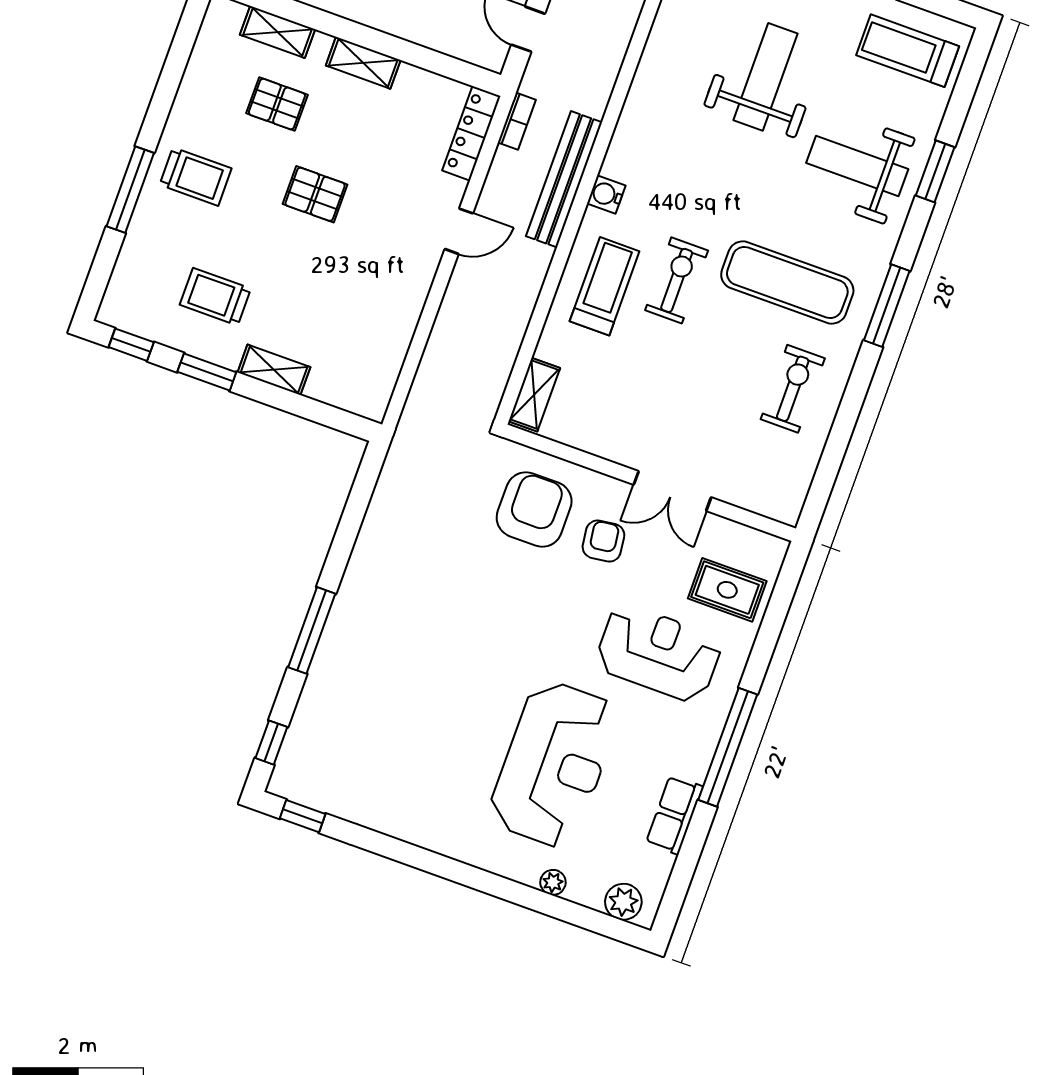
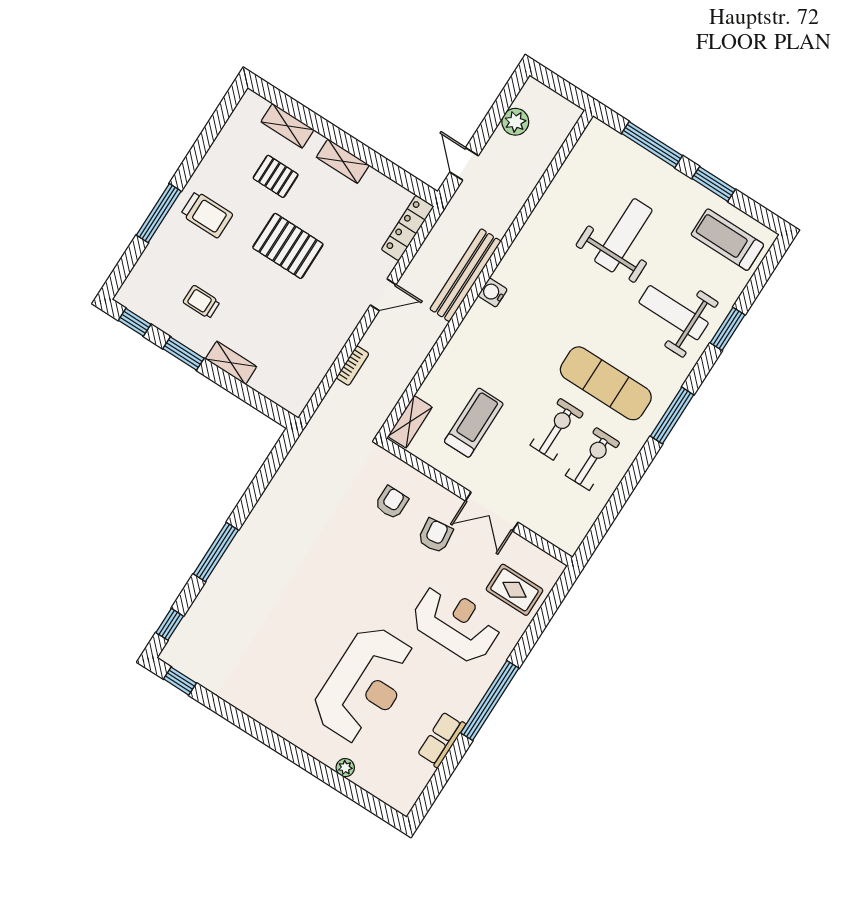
bookcase: (517, 121) -> (353, 366), moved
pallet: (315, 194) -> (288, 246), width x1.50, depth x1.42
exercise bike: (677, 280) -> (557, 429), moved
treadmill: (605, 286) -> (474, 423), moved
trolley: (215, 297) -> (201, 302), width x0.73, depth x0.72
armchair: (534, 509) -> (392, 502), width x0.53, depth x0.53
plant: (623, 902) -> (392, 793), removed

